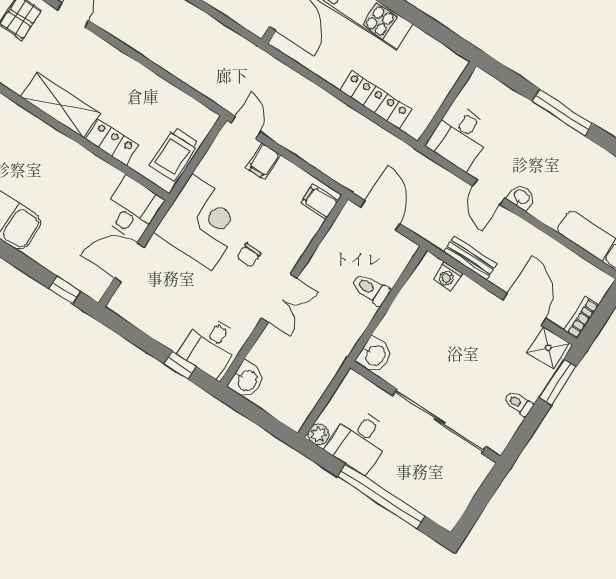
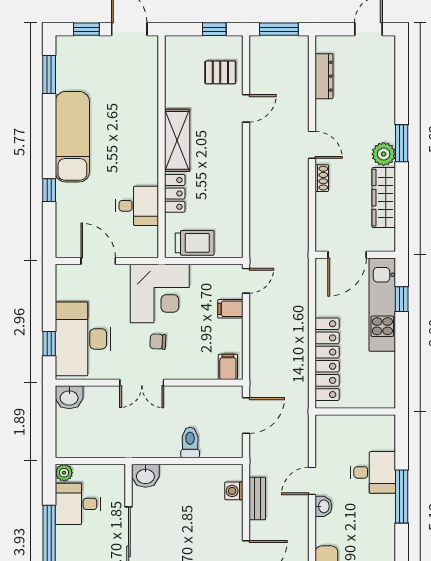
locker: (375, 100) -> (327, 359), width x1.41, depth x1.21
desk: (460, 137) -> (373, 472), moved, turned 180
trolley: (174, 154) -> (195, 243), turned 180
desk: (132, 209) -> (137, 206), moved
window: (65, 290) -> (49, 190), moved
desk: (210, 346) -> (83, 339), width x1.87, depth x1.30

